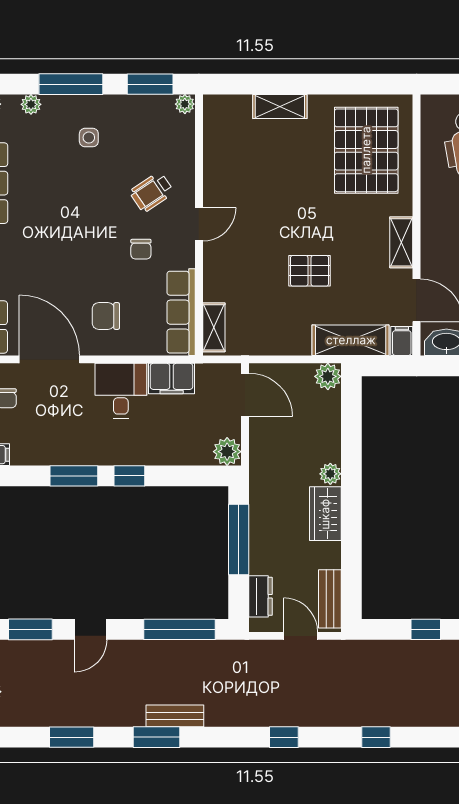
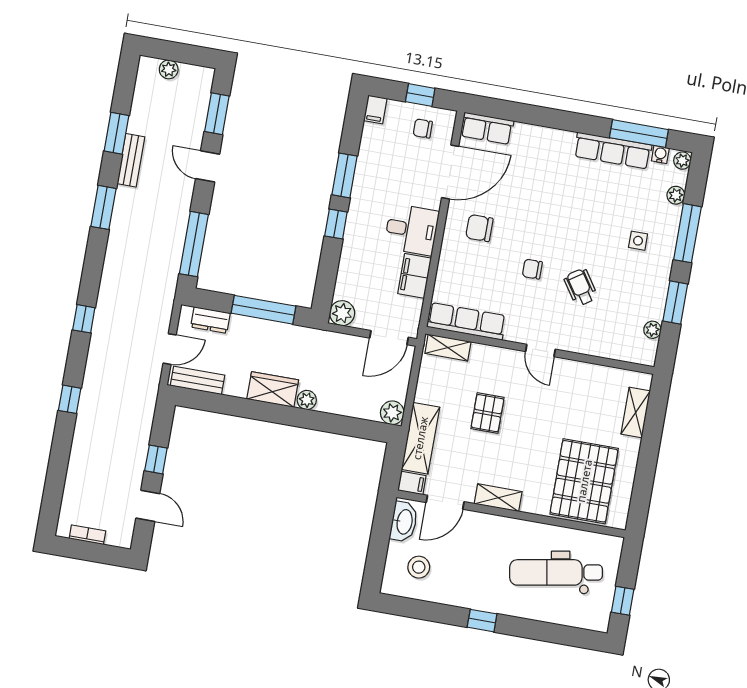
pallet: (366, 150) -> (584, 481), turned 90
door: (199, 224) -> (540, 350), moved
wall: (199, 225) -> (540, 350), moved
row of seats: (181, 312) -> (466, 321), moved
chair: (106, 316) -> (479, 228), turned -90
shelving: (214, 327) -> (448, 348), moved
bench: (175, 716) -> (131, 160), moved

